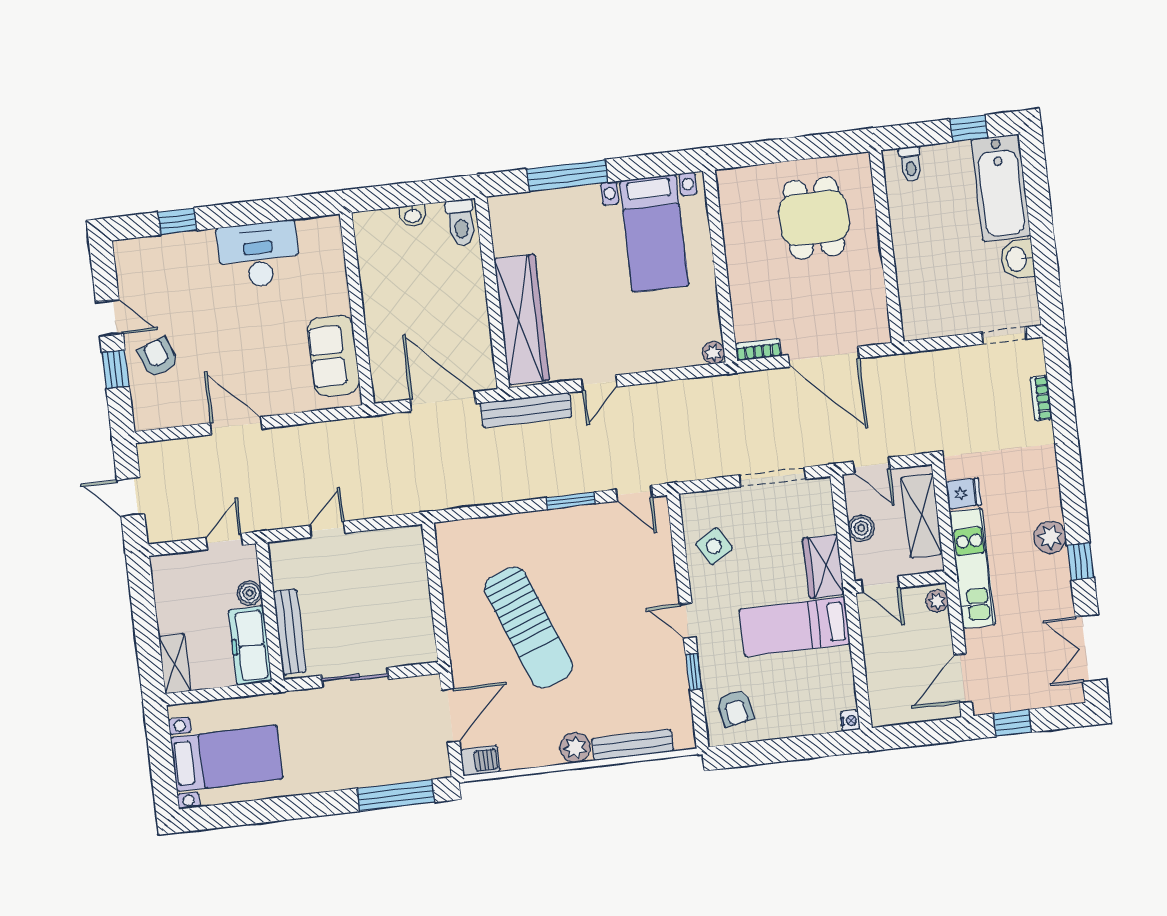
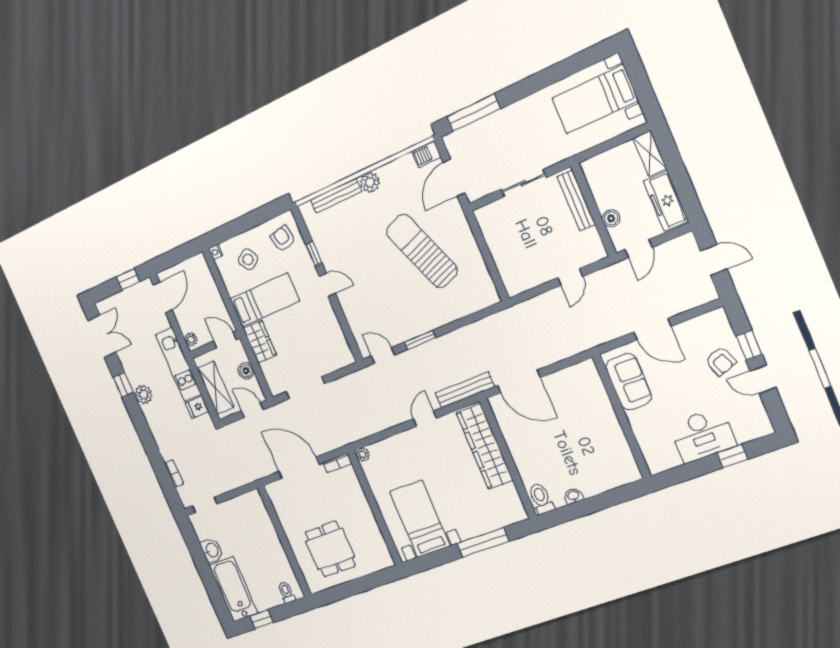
desk: (259, 255) -> (703, 435), moved
wall: (357, 309) -> (622, 417), moved
sofa: (334, 356) -> (629, 382), moved
side table: (714, 546) -> (248, 259), moved
freezer: (250, 646) -> (666, 201), moved, turned 180

